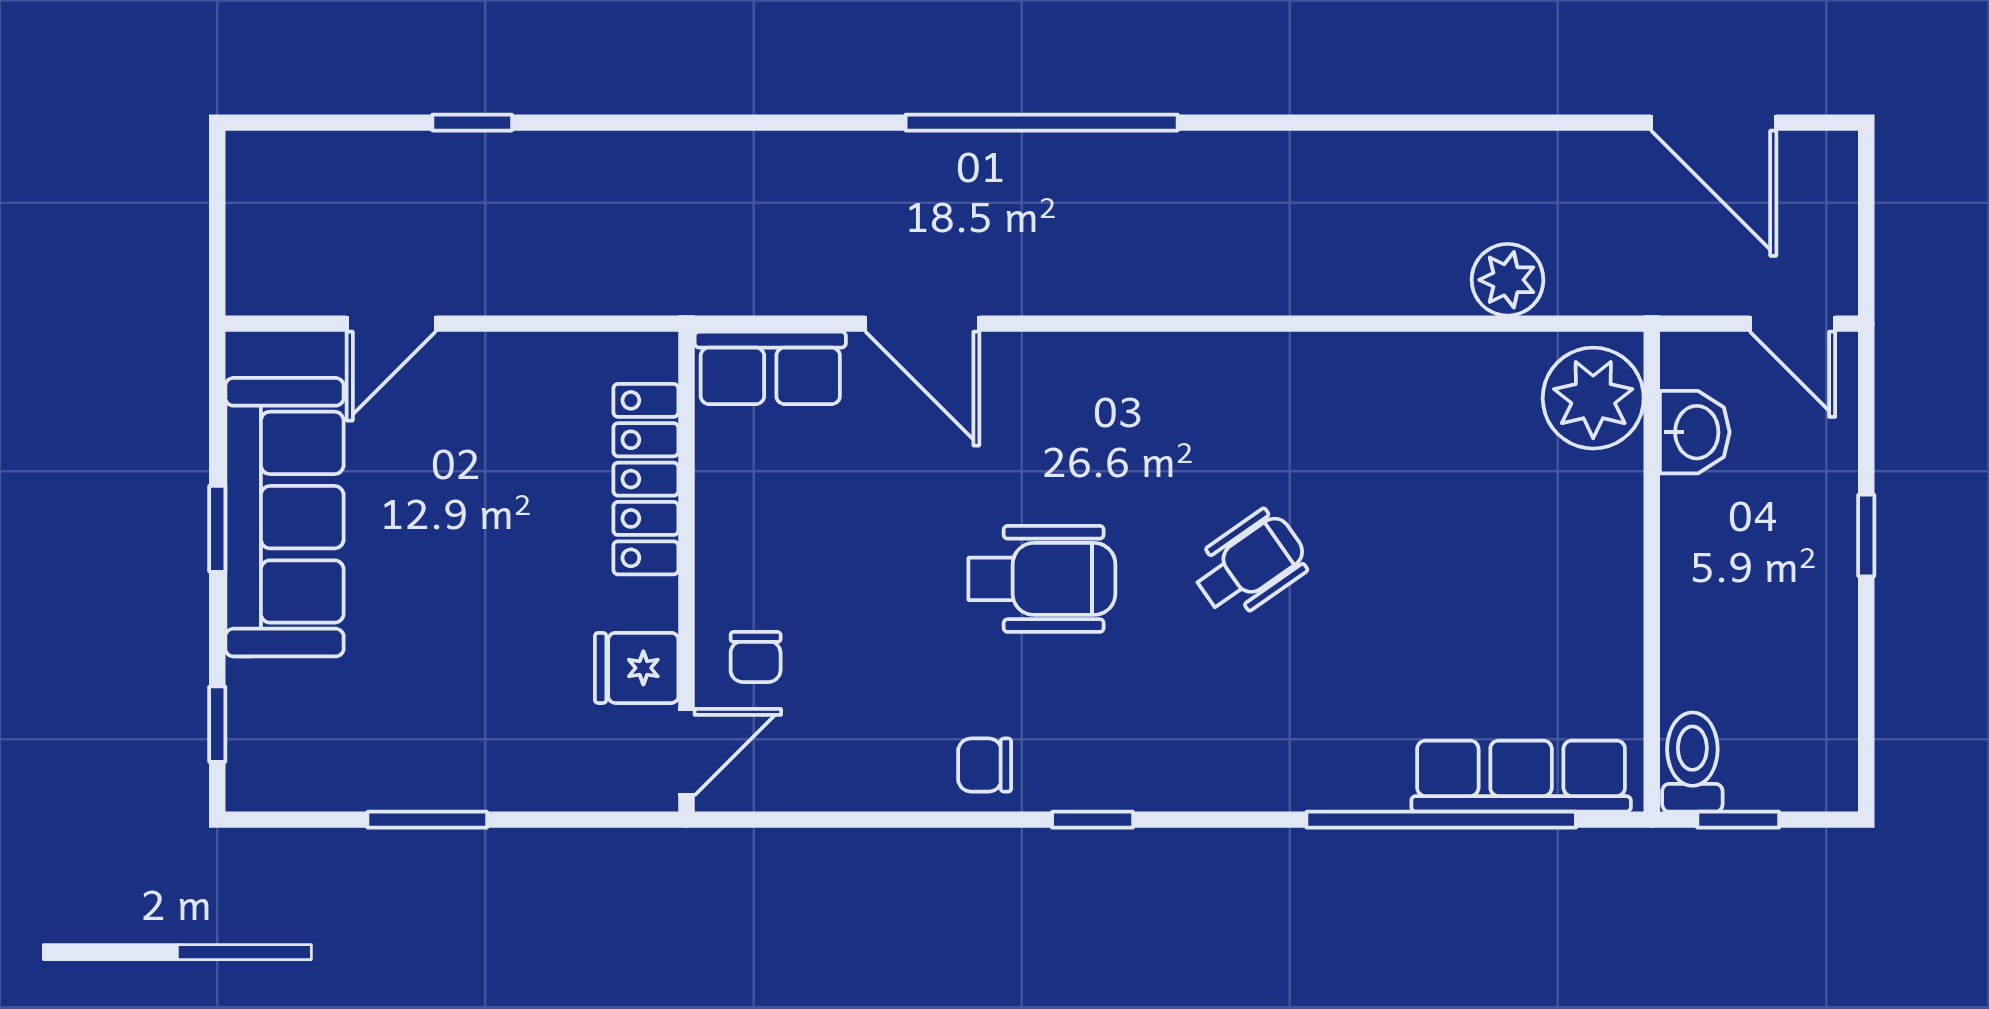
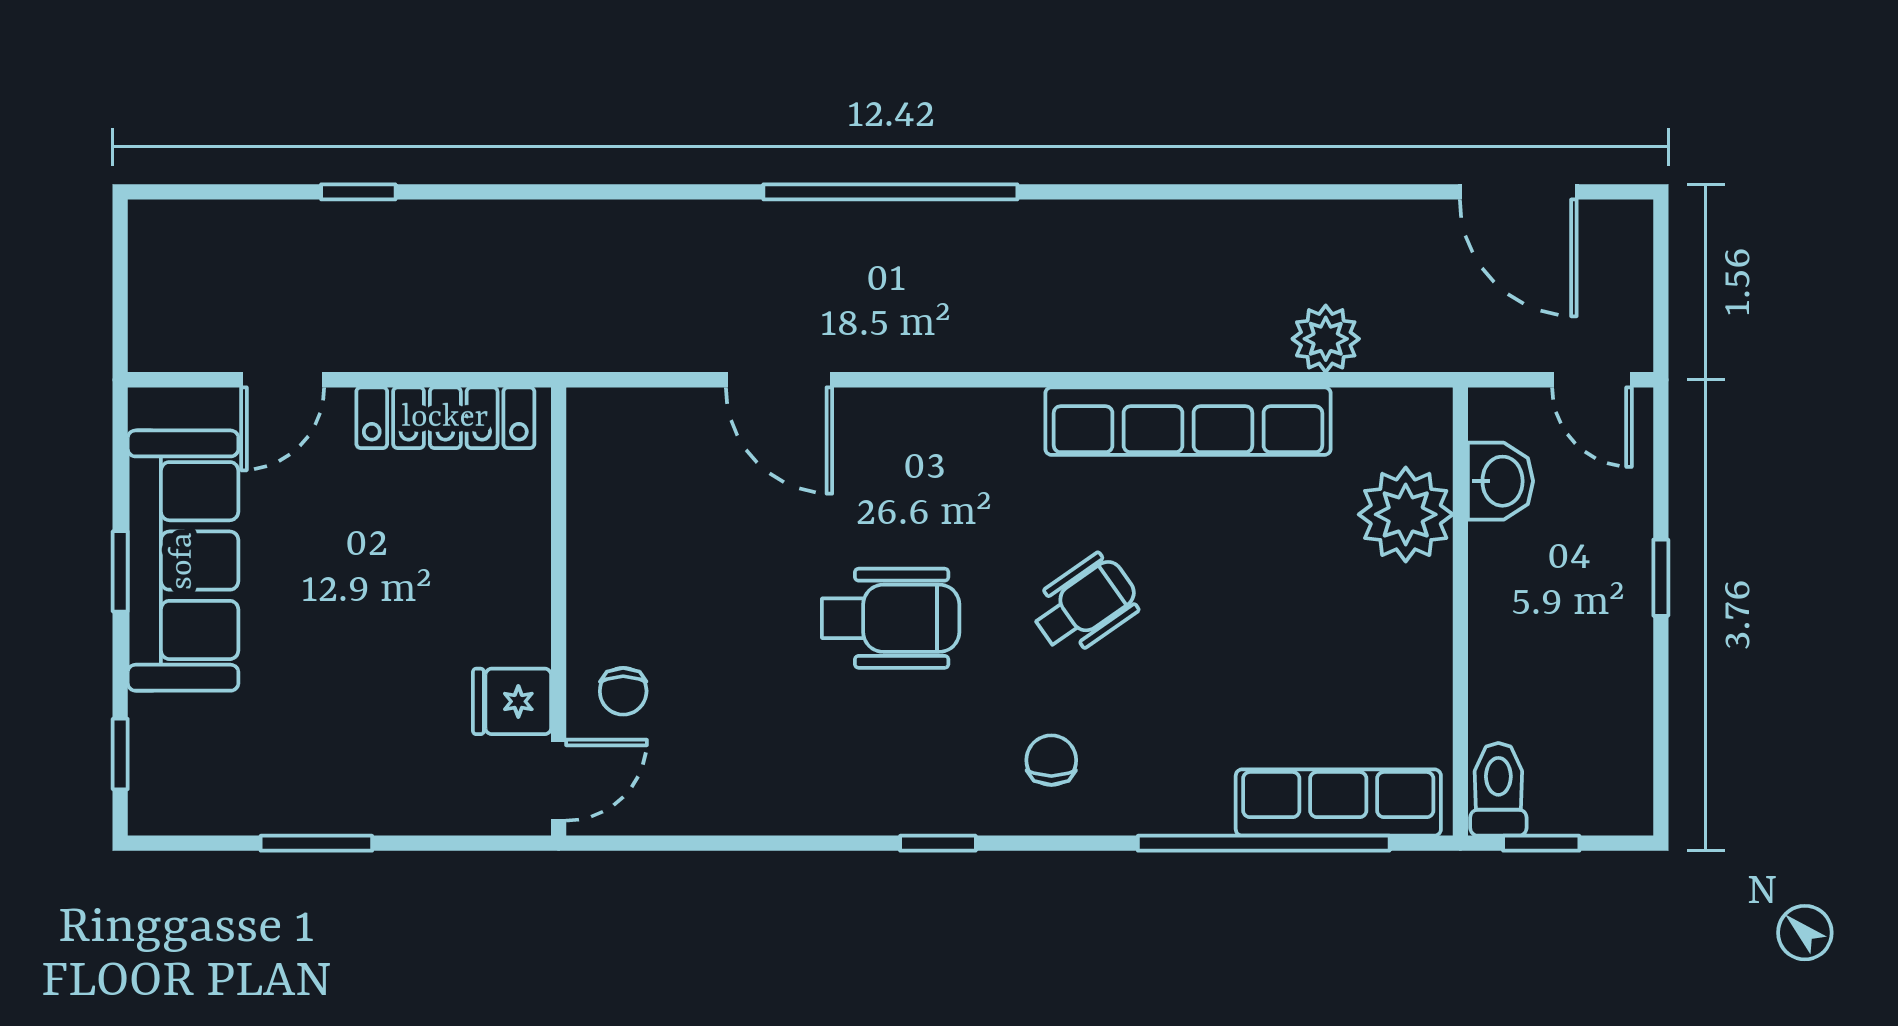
row of seats: (770, 368) -> (1188, 421), moved, width x2.02
plant: (1593, 398) -> (1406, 514), moved
locker: (646, 479) -> (445, 418), moved, turned -90
chair: (985, 765) -> (1051, 760), moved, turned 90

